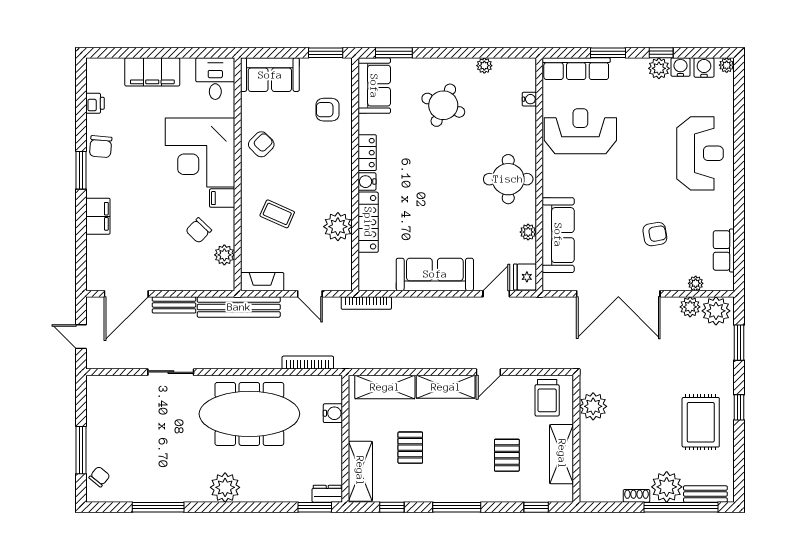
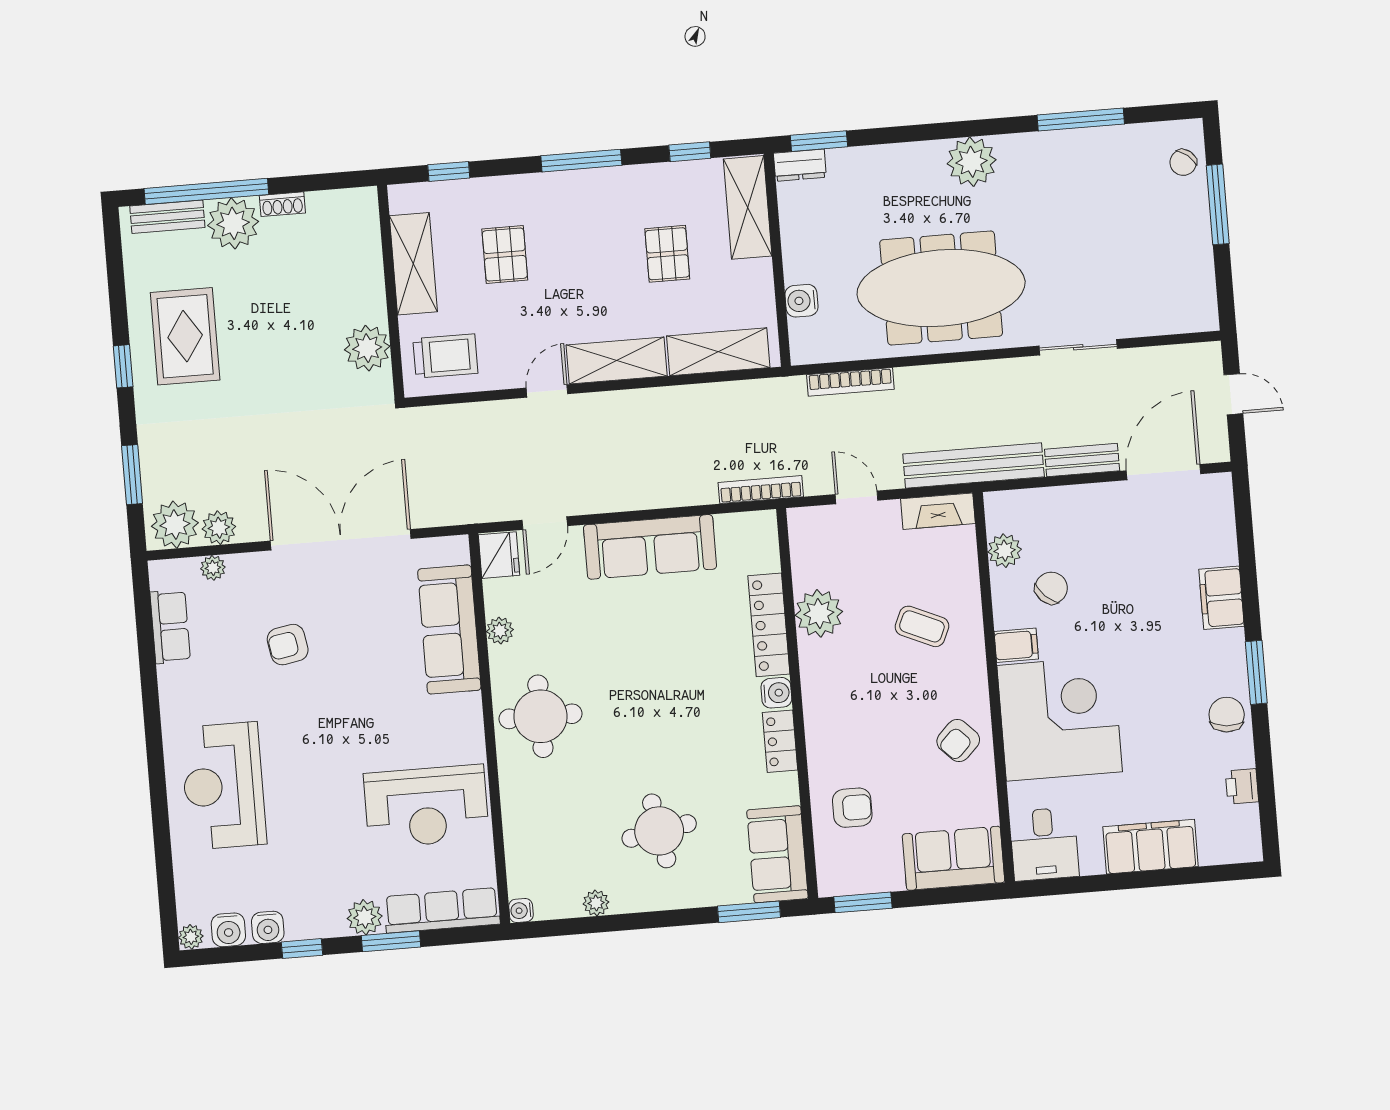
plant: (659, 68) -> (365, 917), moved
water cooler: (529, 99) -> (521, 911), moved
round table: (443, 105) -> (659, 831), turned -33
trolley: (547, 398) -> (445, 356), turned 90

